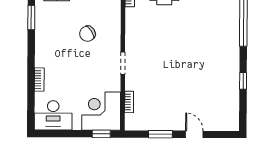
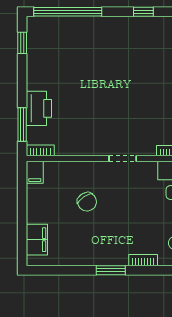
window: (31, 18) -> (111, 270), moved

